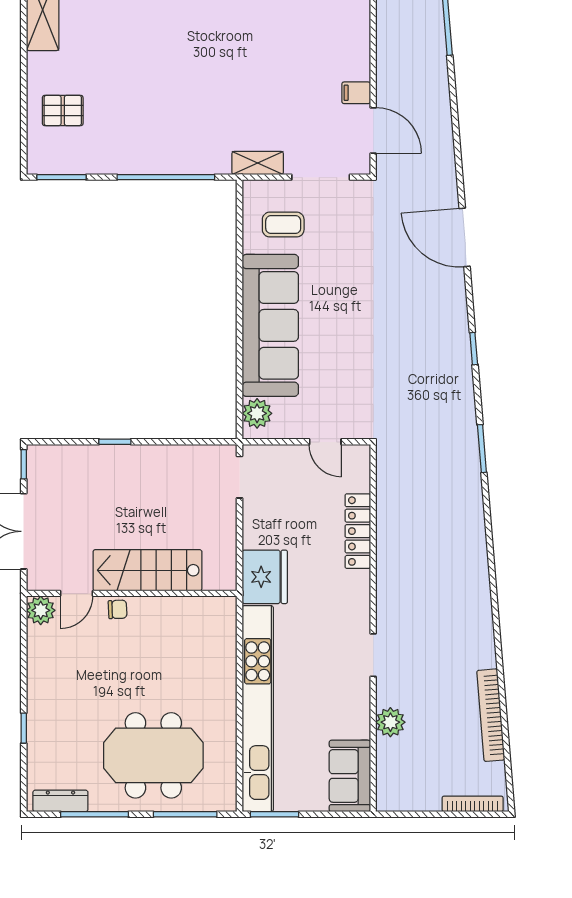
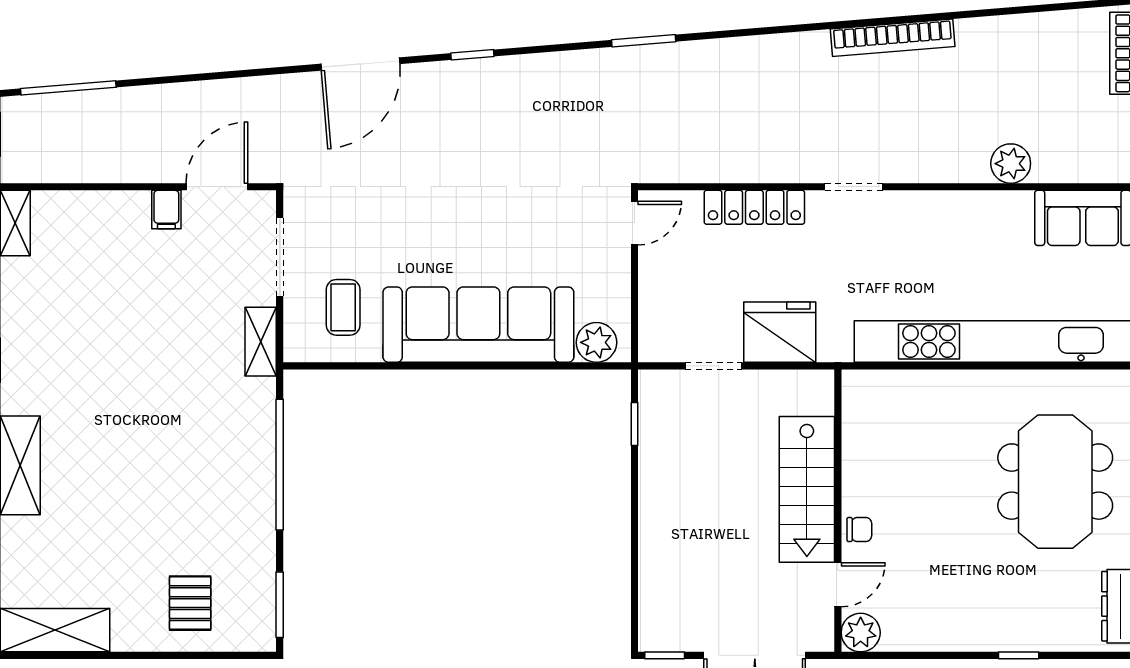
window: (474, 349) -> (472, 55), moved
window: (115, 442) -> (635, 424), moved
door: (325, 442) -> (635, 223), moved
doorway: (240, 477) -> (714, 366), moved
fridge: (265, 577) -> (780, 332), moved
door: (76, 593) -> (838, 585), hinge flipped
chair: (118, 609) -> (859, 530), turned 92
doorway: (373, 655) -> (854, 187), moved
bookcase: (491, 715) -> (893, 38), moved

